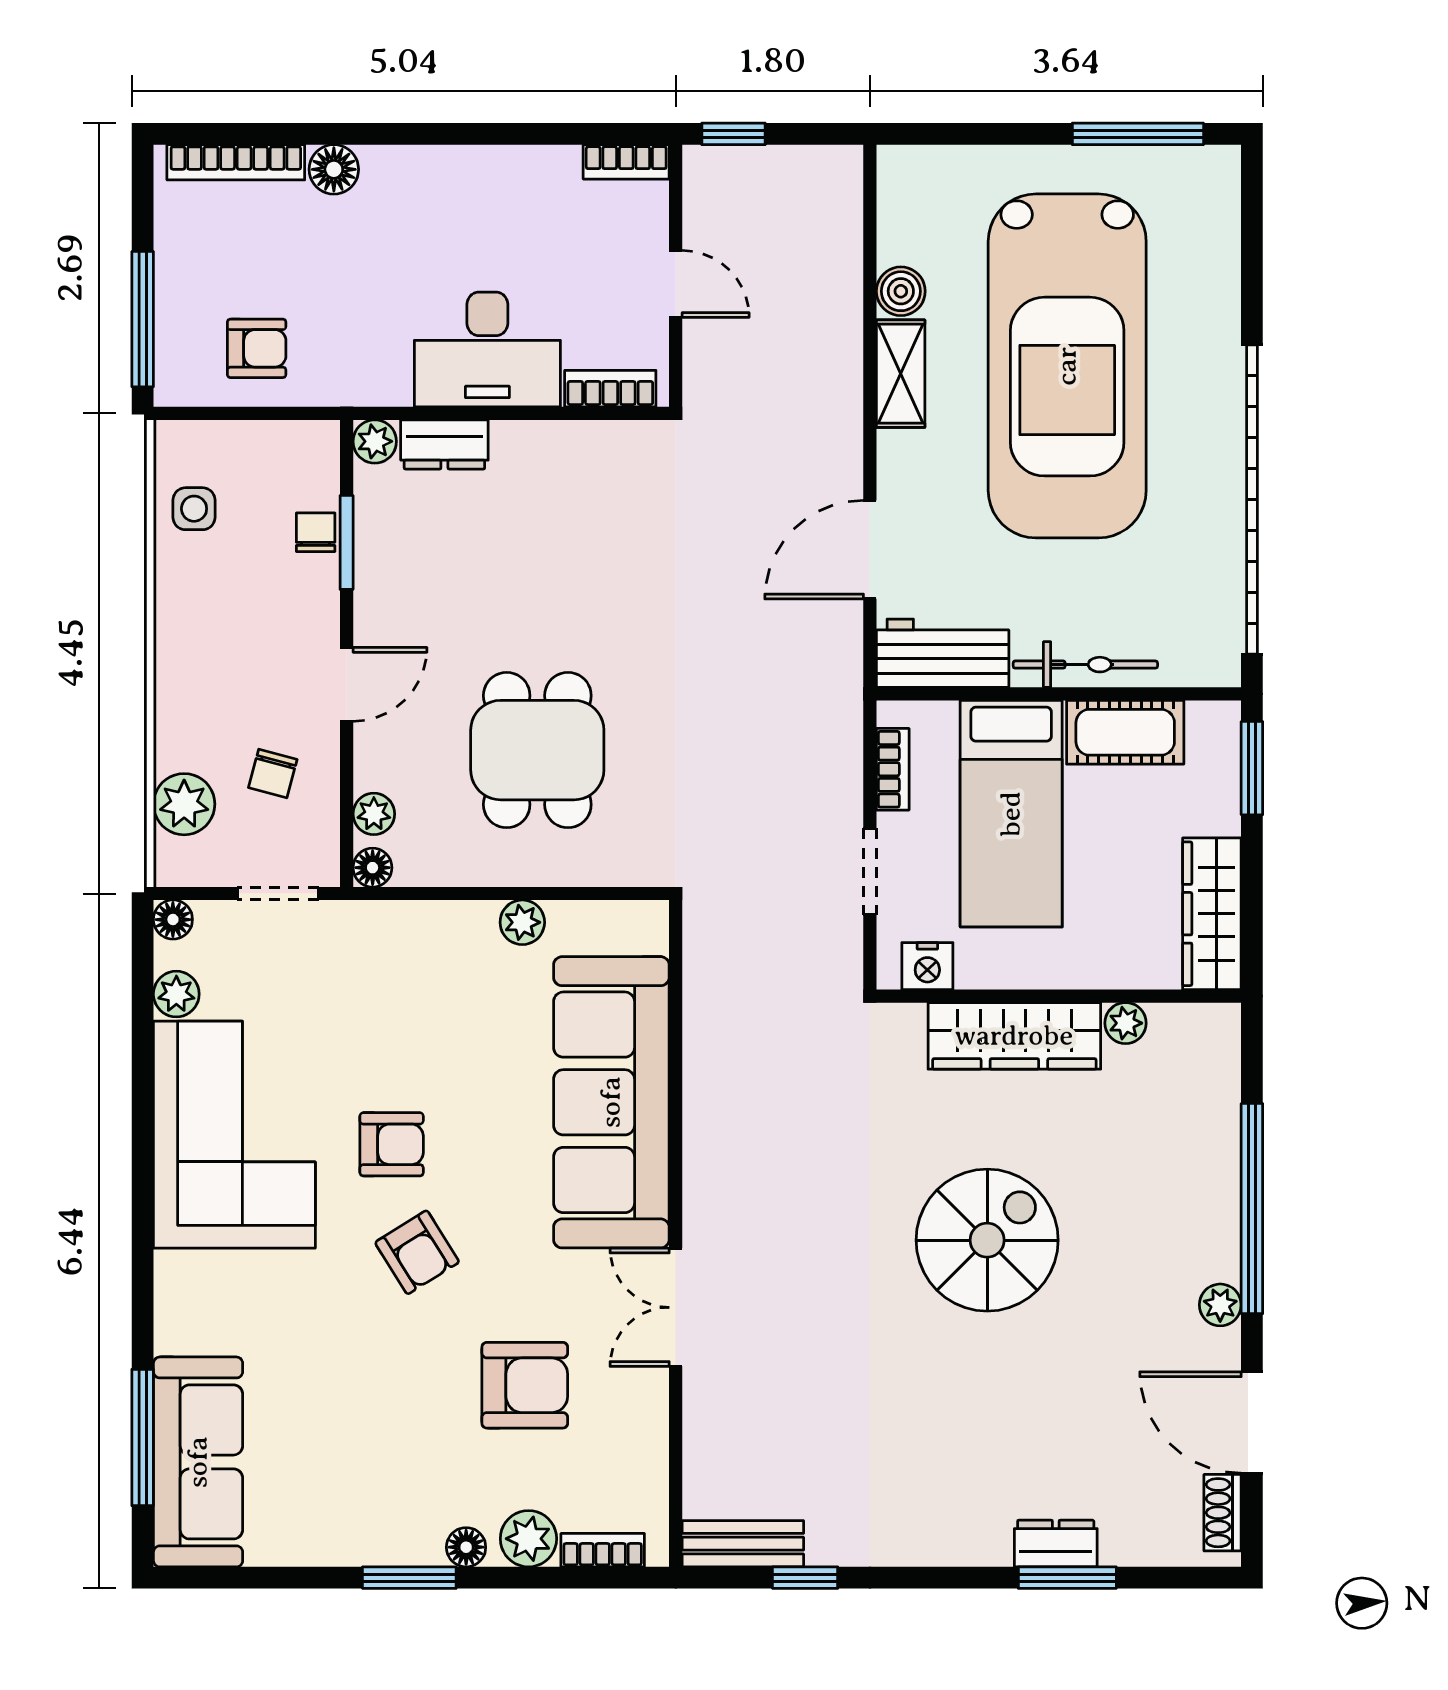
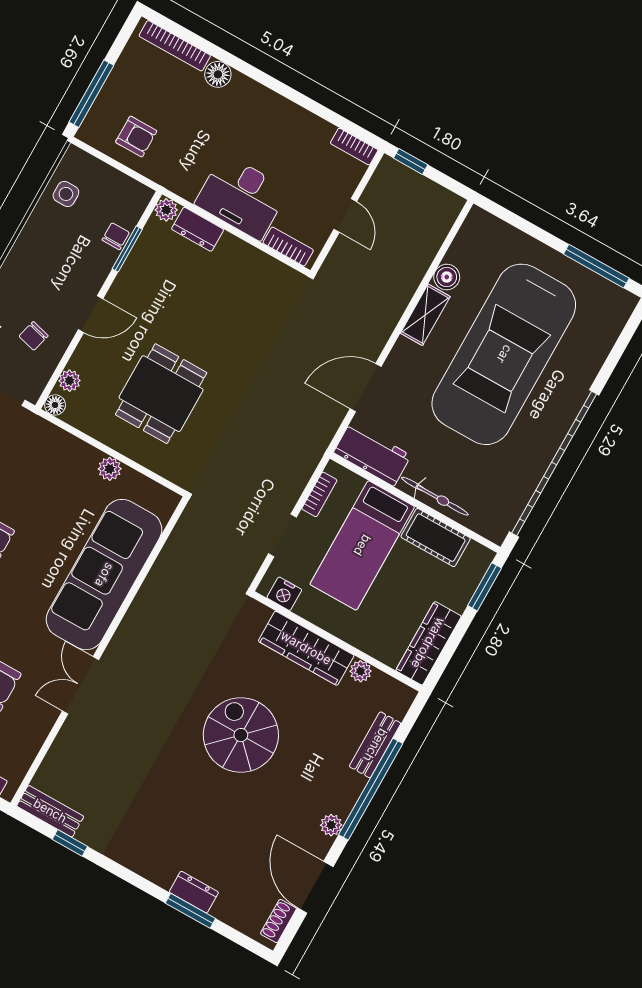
bench: (1218, 1131) -> (375, 745), added
spiral stairs: (987, 1240) -> (241, 735), turned -90

